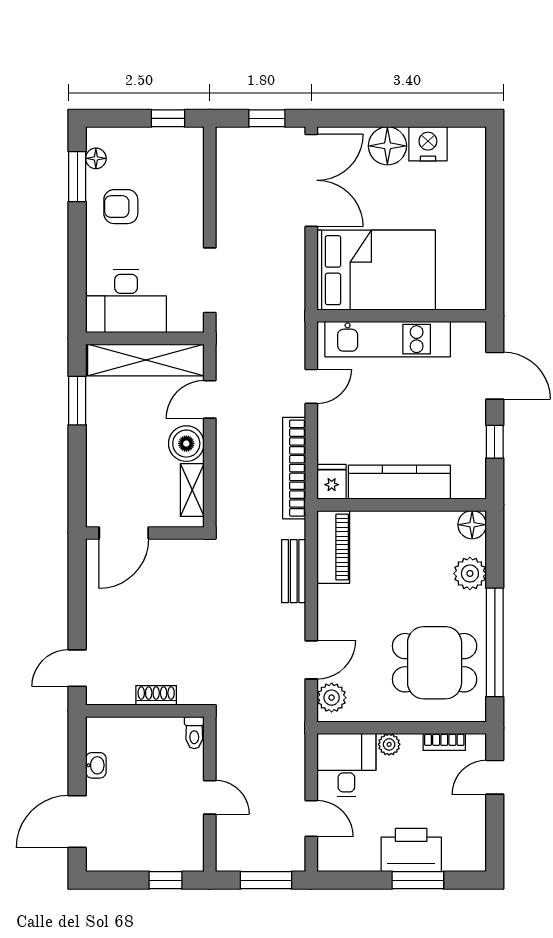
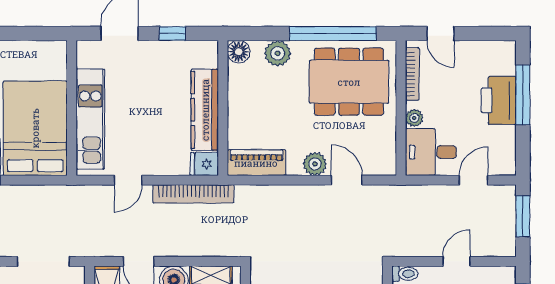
door: (311, 386) -> (128, 180), swing flipped
bench: (294, 571) -> (276, 194), removed
dining table: (435, 663) -> (349, 82), width x1.38
plant: (332, 698) -> (315, 164), moved
bookcase: (444, 742) -> (412, 74), width x1.56
window: (418, 880) -> (523, 95), width x1.44

